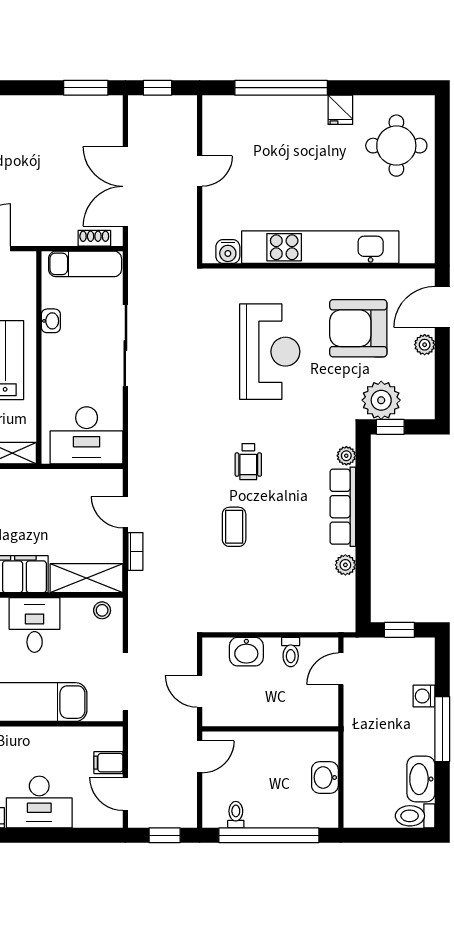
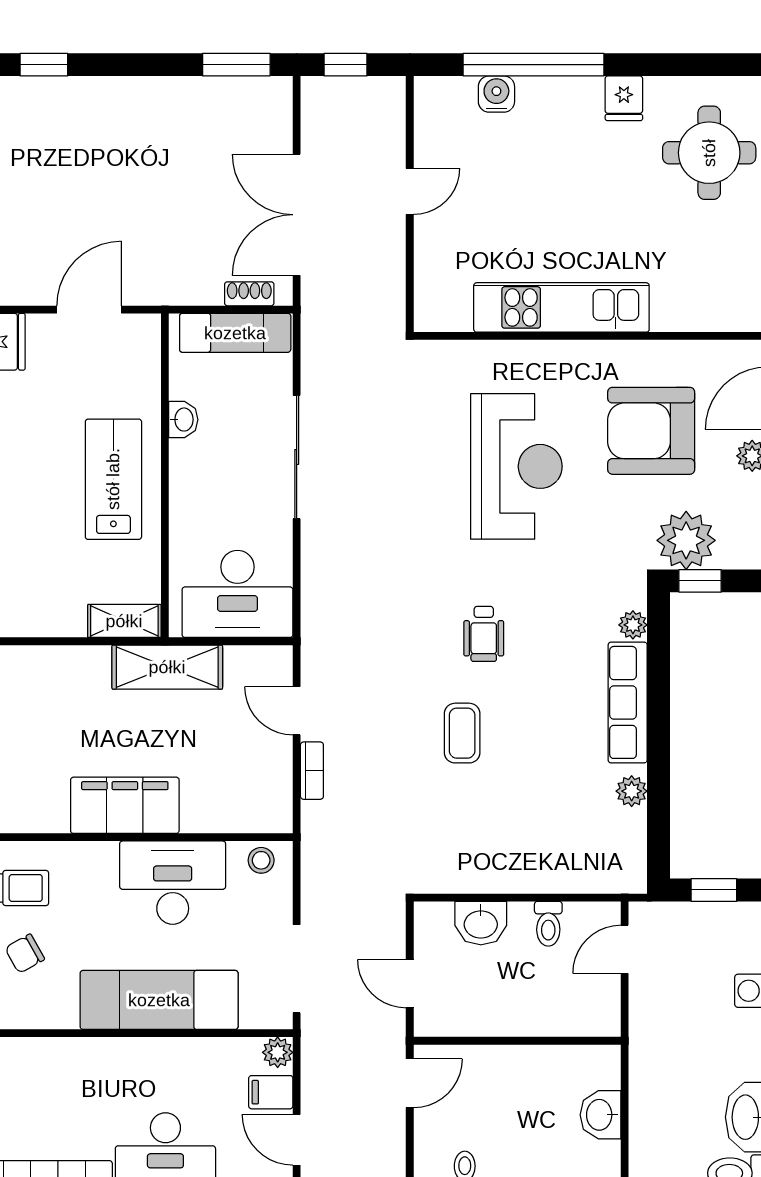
kitchen unit: (320, 247) -> (561, 307), width x0.73
water cooler: (228, 252) -> (496, 94), moved, turned 180
shelving: (87, 578) -> (167, 667), moved
desk: (35, 625) -> (173, 883), width x1.37
plant: (113, 736) -> (278, 1052), added

